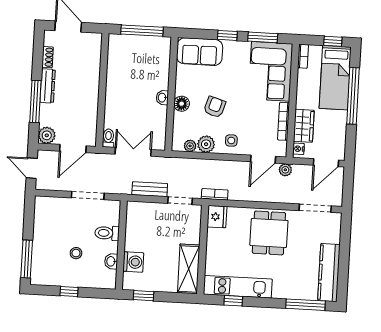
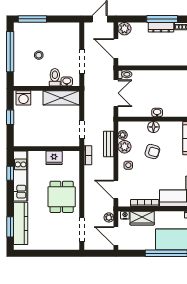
window: (35, 101) -> (162, 19), moved
plant: (285, 170) -> (109, 217), moved
bench: (150, 189) -> (109, 144), moved
fridge: (217, 217) -> (54, 158), moved
dining table: (269, 233) -> (62, 197), turned 90
washbasin: (111, 261) -> (67, 81), moved
washing machine: (133, 262) -> (23, 98), moved
shelving: (189, 269) -> (61, 98), moved
kitchen counter: (329, 273) -> (21, 223), moved, turned 90
window: (69, 291) -> (10, 52), width x3.17
window: (143, 296) -> (10, 117), moved
window: (306, 305) -> (10, 227), width x0.69

